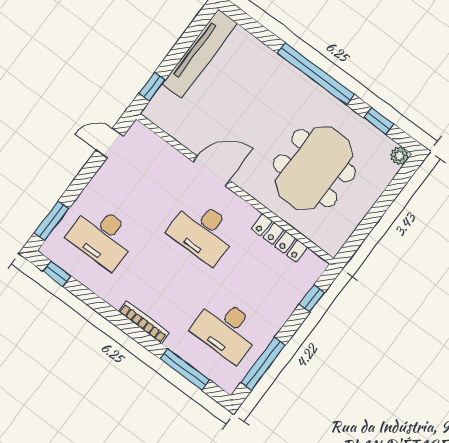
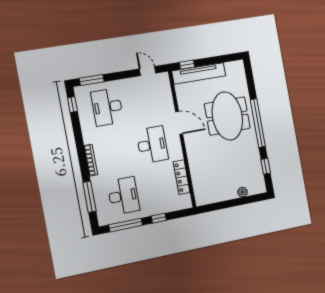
tv unit: (200, 54) -> (199, 73), moved
plant: (399, 156) -> (243, 192), moved
meeting table: (314, 168) -> (227, 116), moved, turned 90
desk: (203, 231) -> (152, 145), turned 180
window: (312, 298) -> (159, 218), moved
desk: (226, 330) -> (123, 196), turned 180

